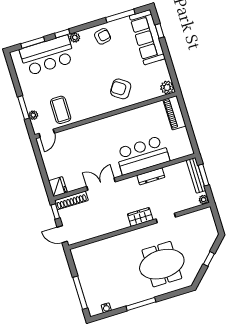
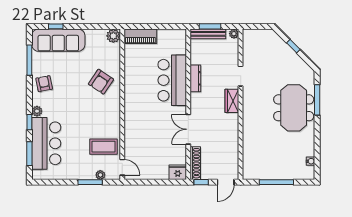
meeting table: (162, 264) -> (294, 108), moved
window: (80, 293) -> (276, 182), moved
window: (141, 304) -> (317, 100), moved

